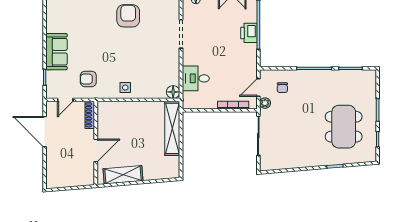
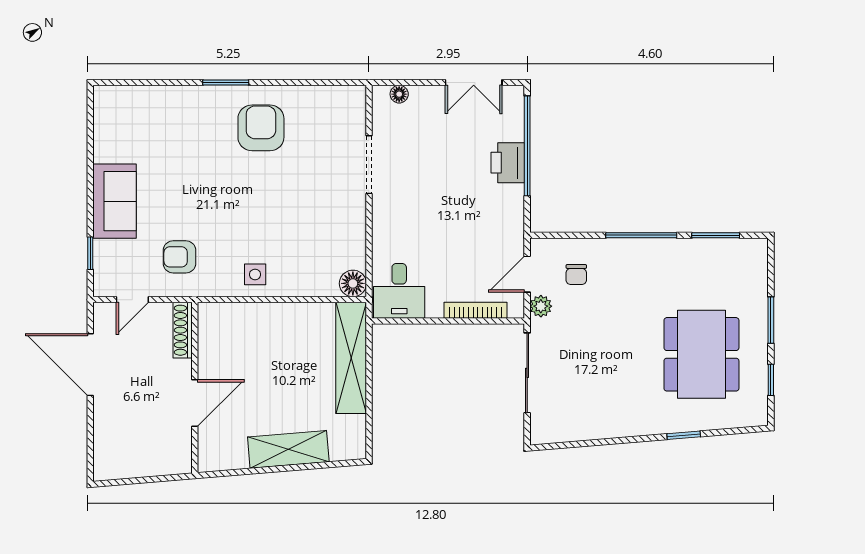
desk: (196, 78) -> (399, 291), moved, turned -90
shelving: (123, 175) -> (288, 449), moved

